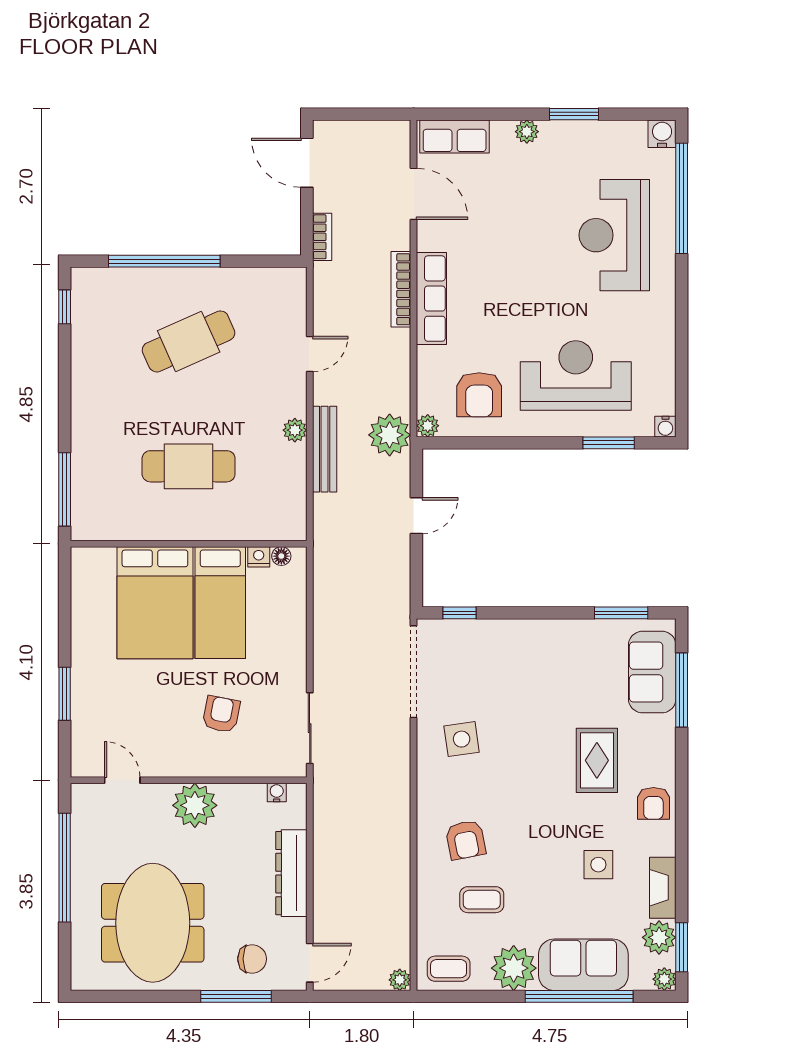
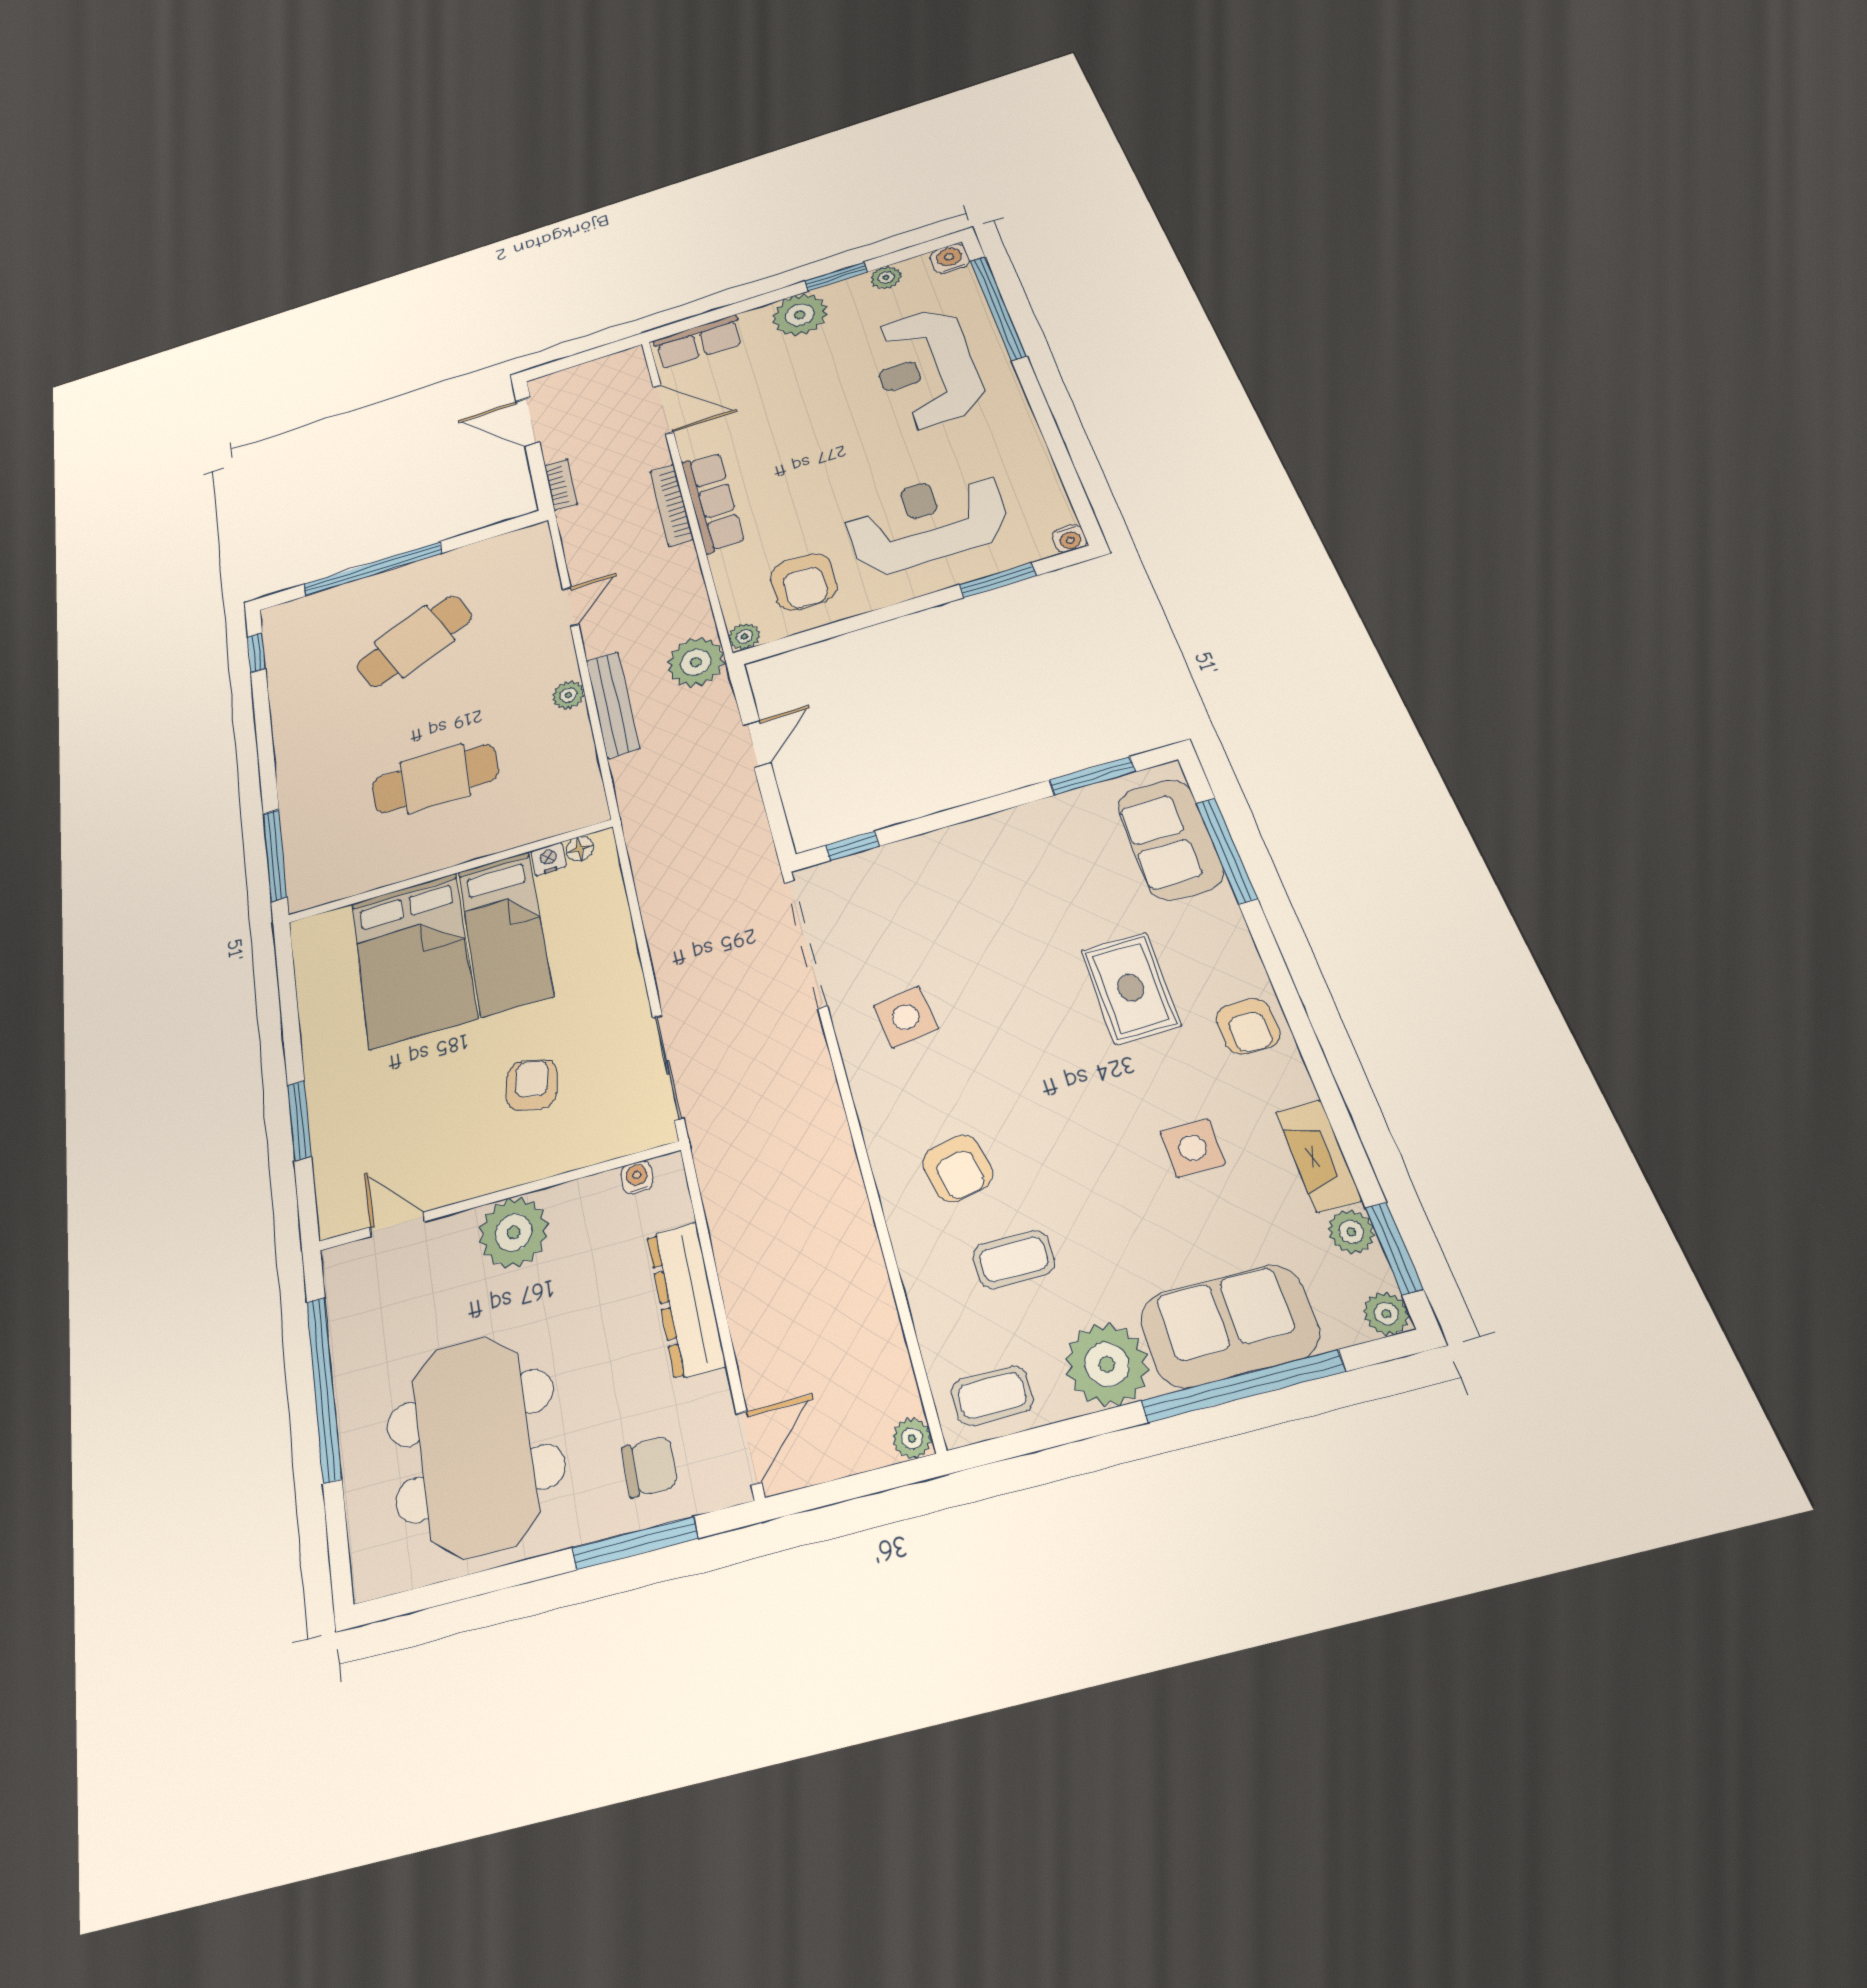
plant: (527, 132) -> (800, 315), width x1.88, depth x1.88
plant: (610, 132) -> (886, 277), added
plant: (659, 937) -> (1351, 1232), width x0.73, depth x0.73

